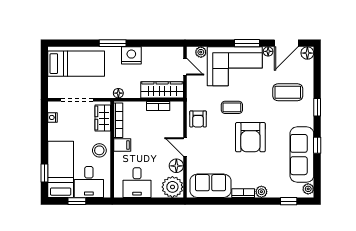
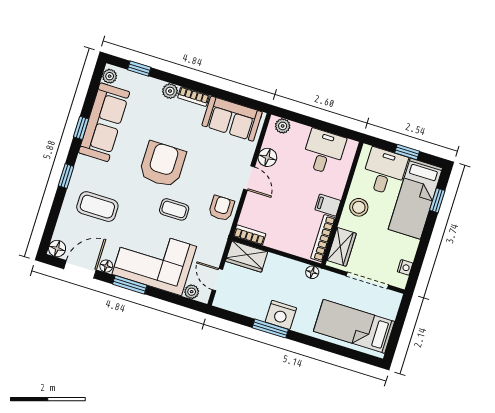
window: (113, 43) -> (270, 329), moved
wardrobe: (162, 90) -> (247, 256), width x0.67
bookcase: (158, 106) -> (250, 235), moved
plant: (172, 187) -> (283, 126), width x0.53, depth x0.53

